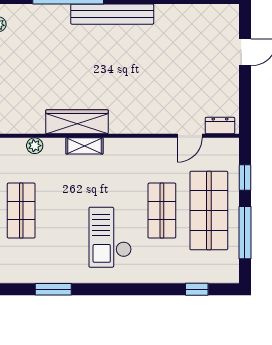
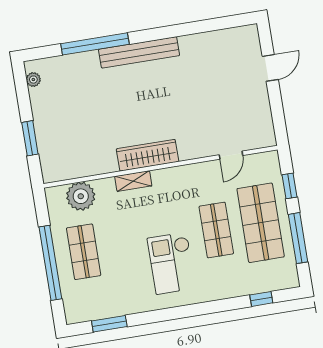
wardrobe: (77, 122) -> (148, 155), moved
dresser: (220, 125) -> (258, 141), removed
plant: (35, 146) -> (81, 196), width x1.88, depth x1.88
window: (53, 289) -> (109, 324), moved

